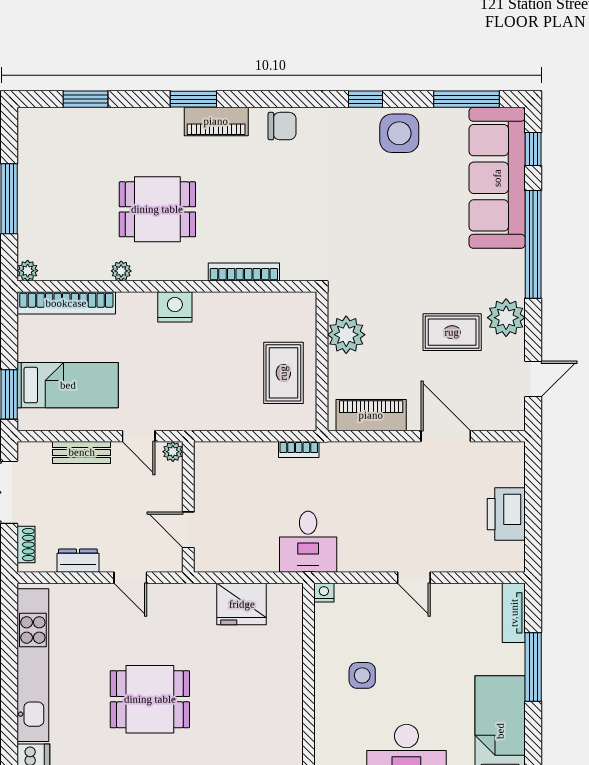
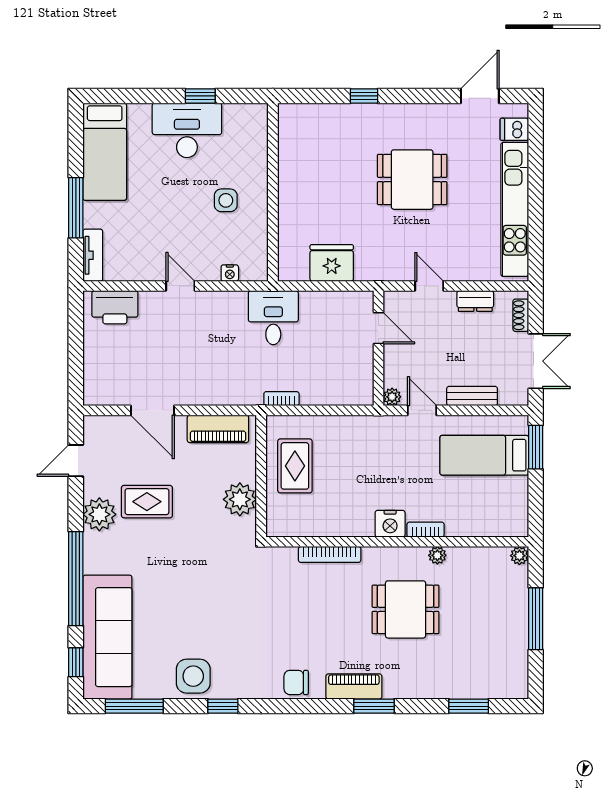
bookcase: (66, 303) -> (426, 530), moved, width x0.43, depth x0.76
printer: (506, 514) -> (115, 307), moved, turned 90
nightstand: (324, 593) -> (230, 273), moved

